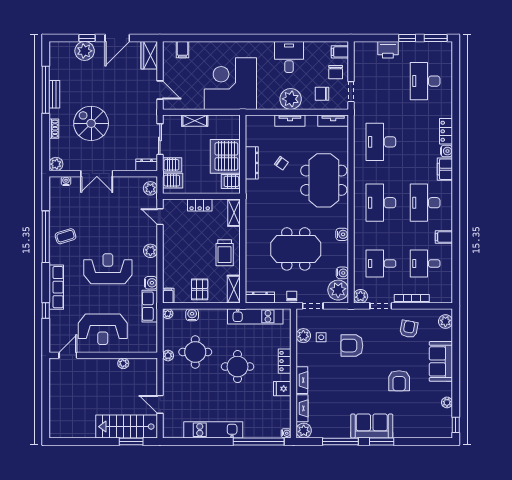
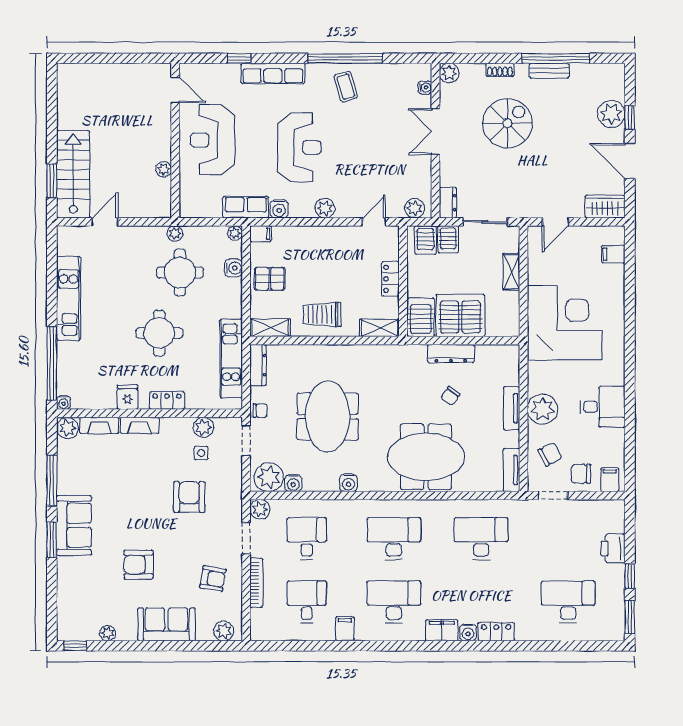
chair: (322, 94) -> (550, 454), turned 62
server rack: (231, 181) -> (421, 317), width x1.36, depth x1.44

